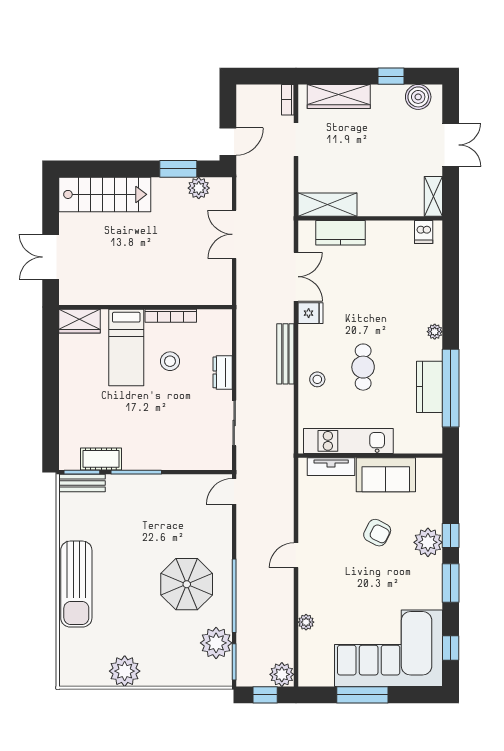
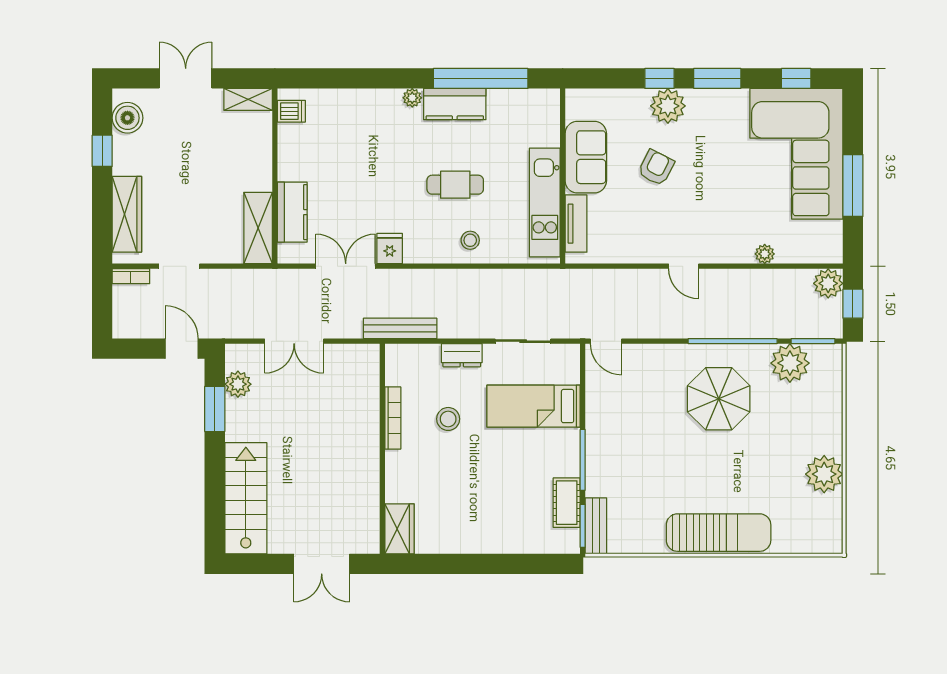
bed: (126, 348) -> (534, 406), moved, turned 180
bench: (285, 354) -> (400, 328), moved
kitchen counter: (430, 387) -> (455, 104), moved

